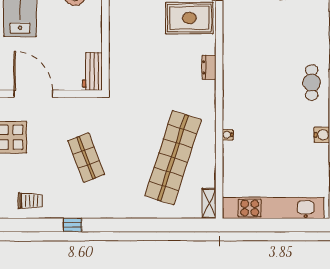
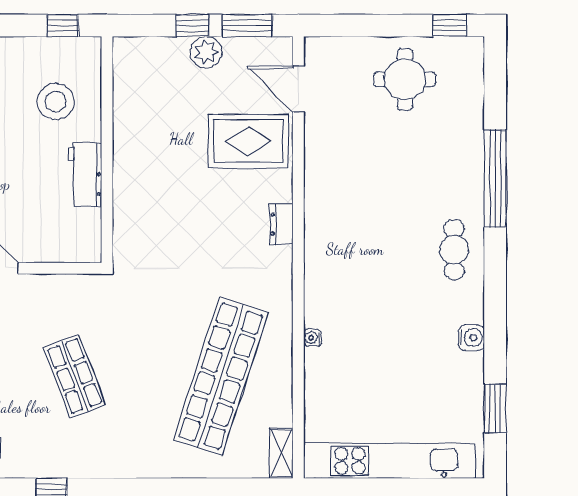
workbench: (92, 71) -> (85, 174), moved

